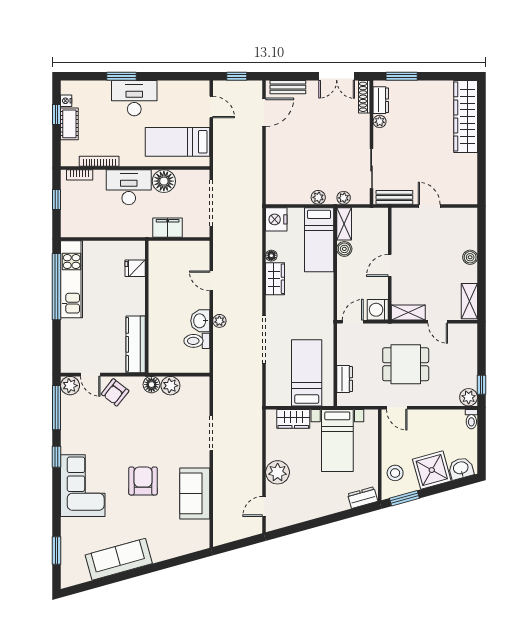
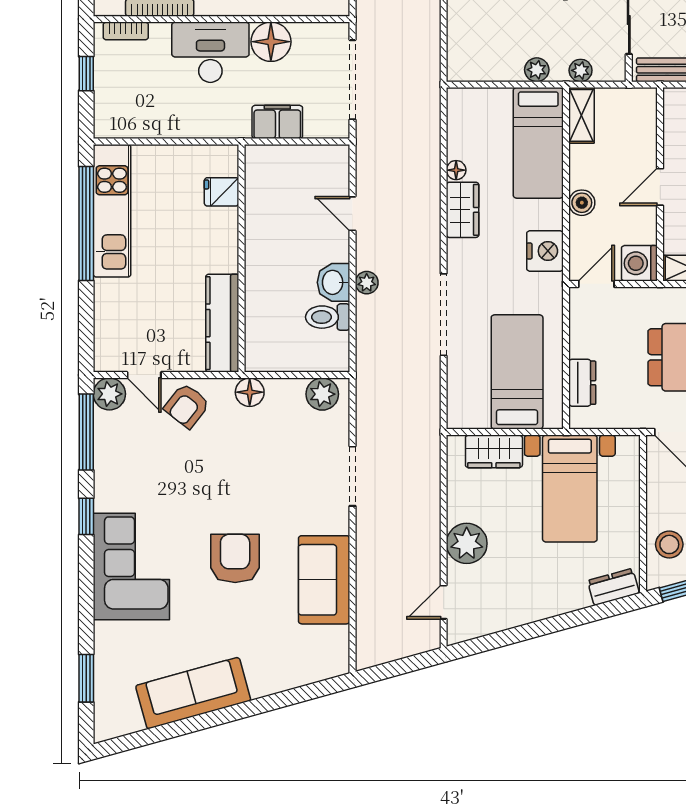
nightstand: (276, 219) -> (545, 251), moved, turned 180
boiler: (344, 249) -> (582, 203), moved
plant: (170, 386) -> (322, 394), moved

